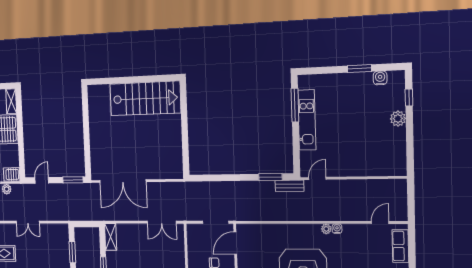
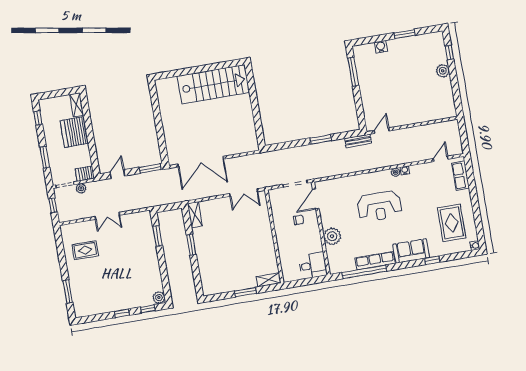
water cooler: (380, 78) -> (381, 47), moved
kitchen unit: (307, 120) -> (365, 83), removed
window: (270, 177) -> (321, 139), moved

